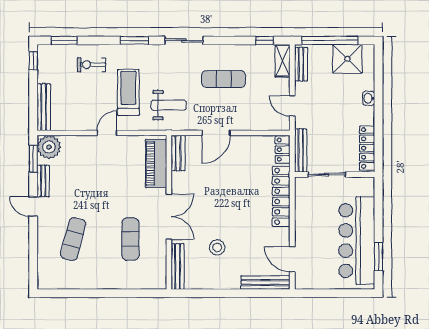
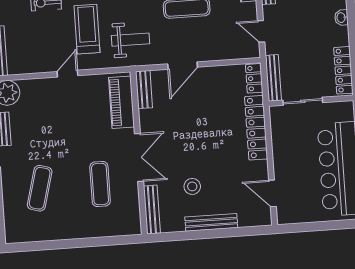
bench: (265, 283) -> (211, 222), moved

